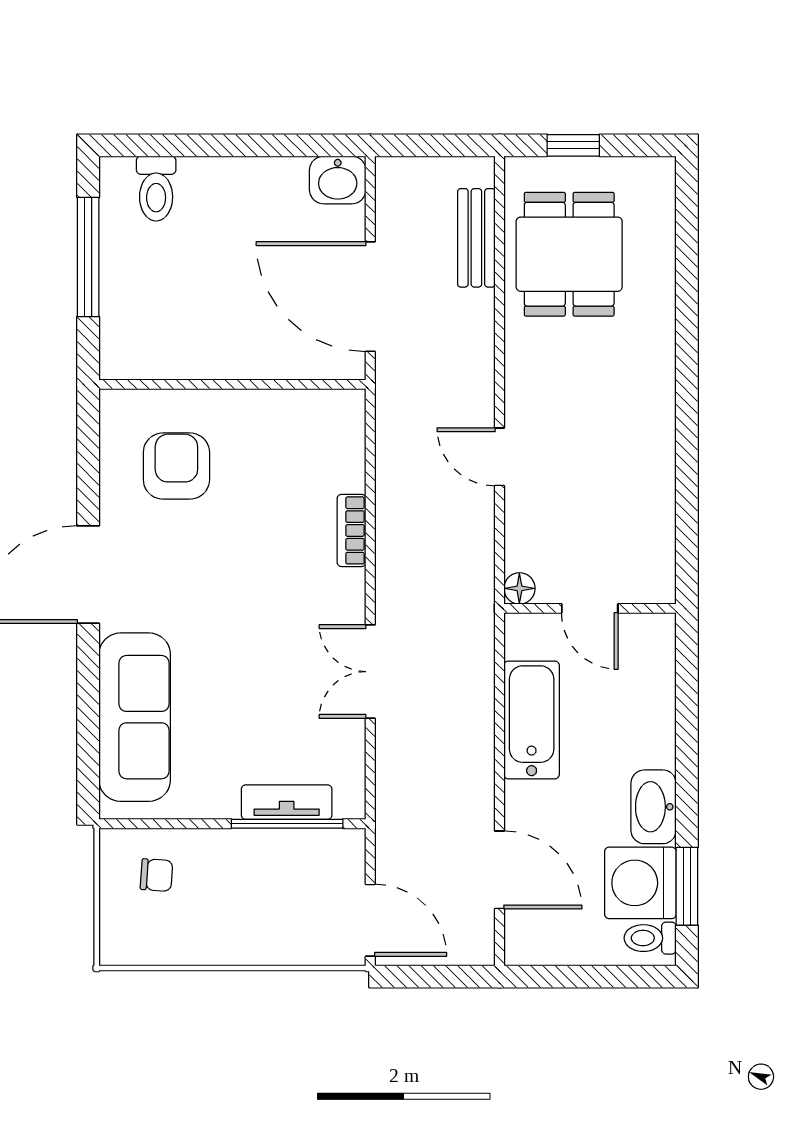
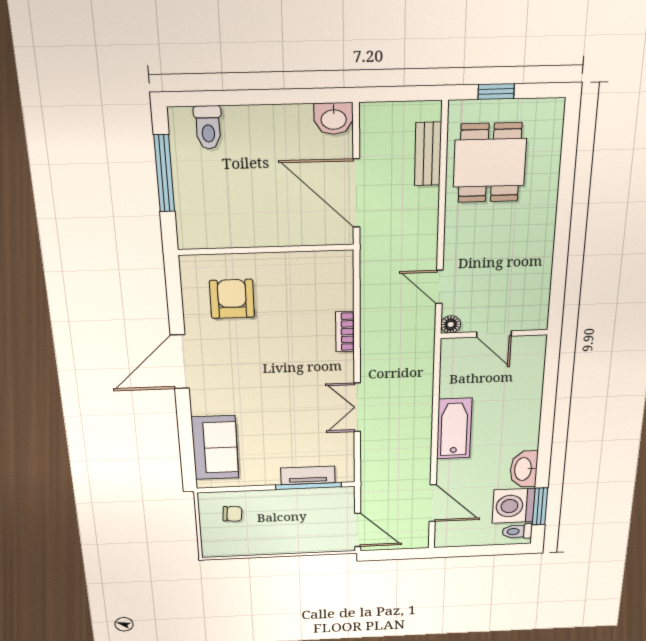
floor lamp: (519, 588) -> (451, 324), moved
door: (590, 608) -> (494, 334), moved
wall: (590, 608) -> (494, 334), moved
sofa: (135, 717) -> (215, 448), width x0.73

